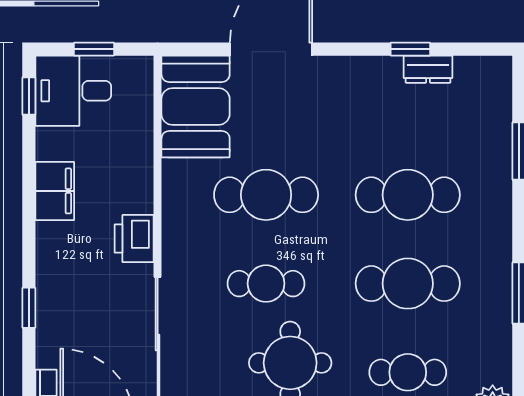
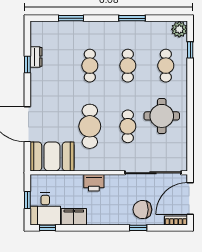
filing cabinet: (55, 191) -> (74, 217), moved
cafe table: (408, 195) -> (90, 66), width x0.73, depth x0.74
printer: (134, 239) -> (94, 183), moved
cafe table: (408, 284) -> (128, 66), width x0.73, depth x0.74
chair: (72, 318) -> (142, 210), added

